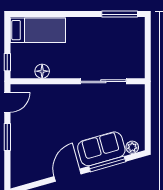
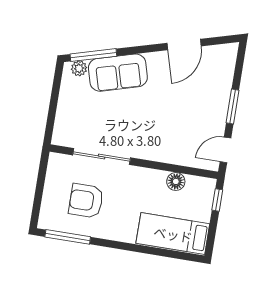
armchair: (110, 45) -> (86, 201), added
window: (107, 164) -> (93, 55), moved
door: (68, 175) -> (184, 45), moved

